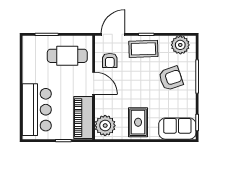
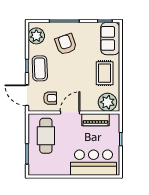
piano: (83, 118) -> (95, 120), width x0.73, depth x0.75
rug: (138, 122) -> (105, 73), turned 90

